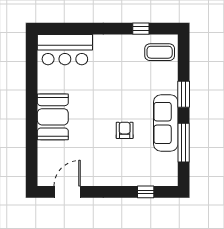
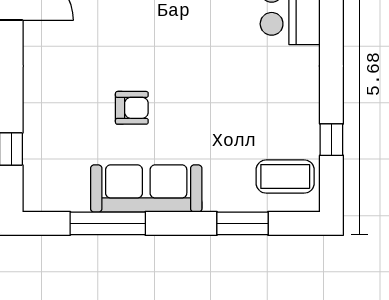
coffee table: (160, 52) -> (285, 177), turned 90
window: (184, 94) -> (243, 223), moved

